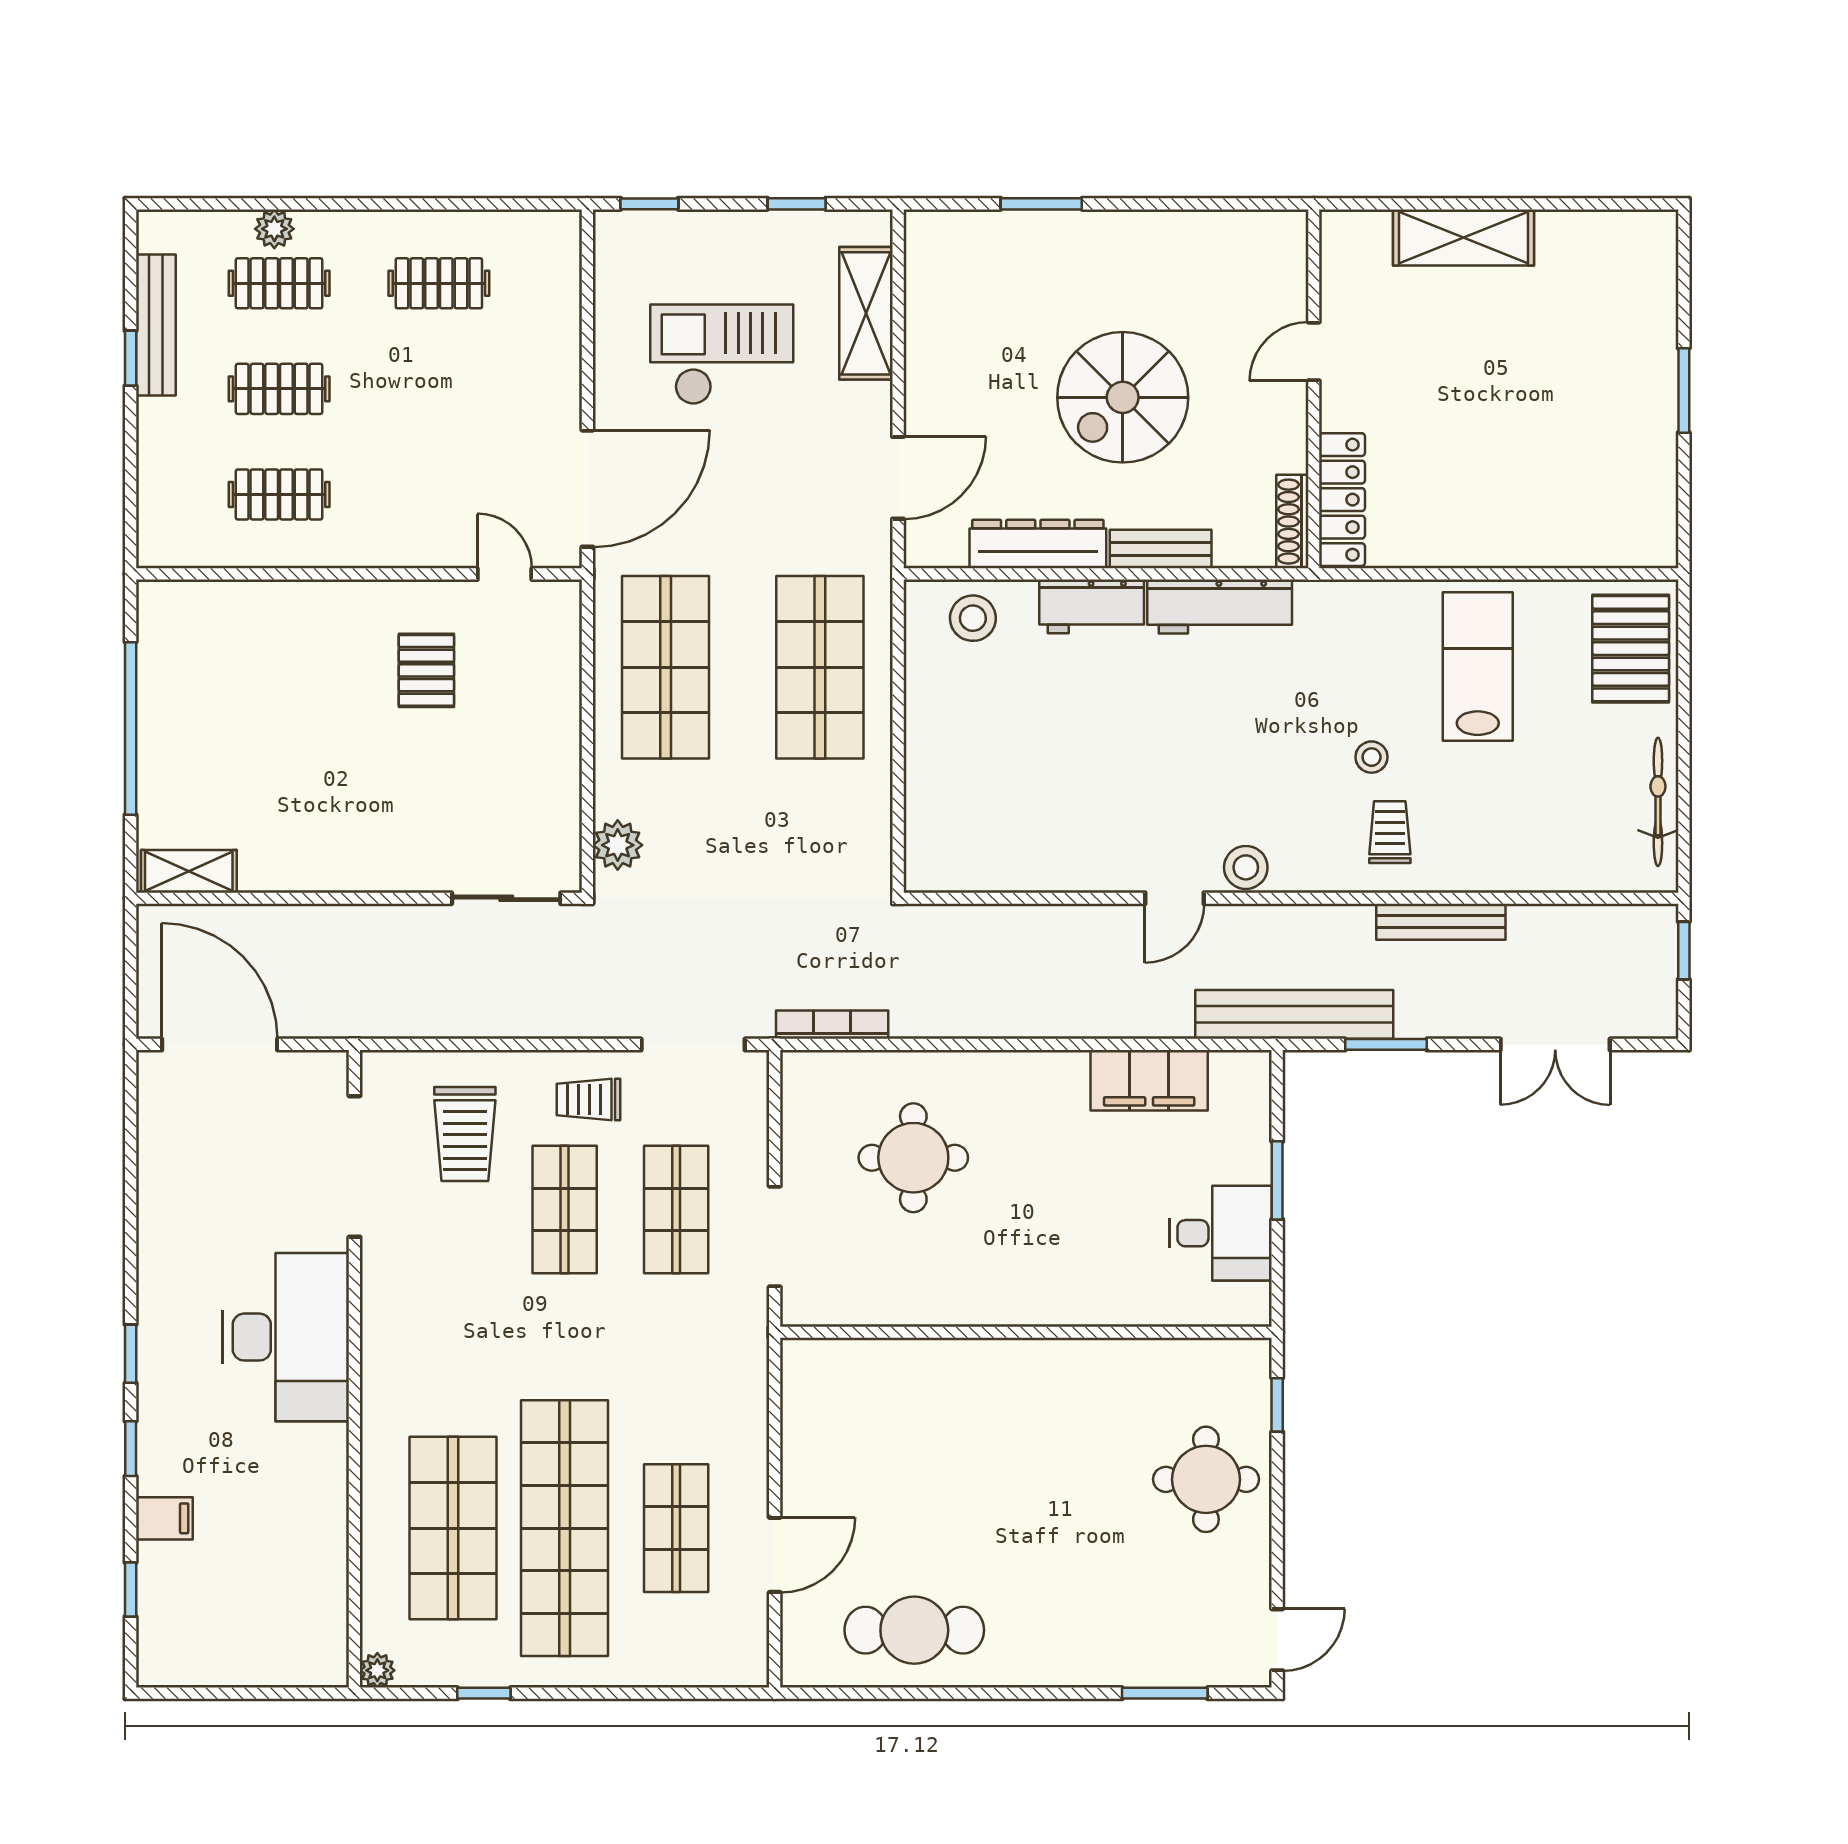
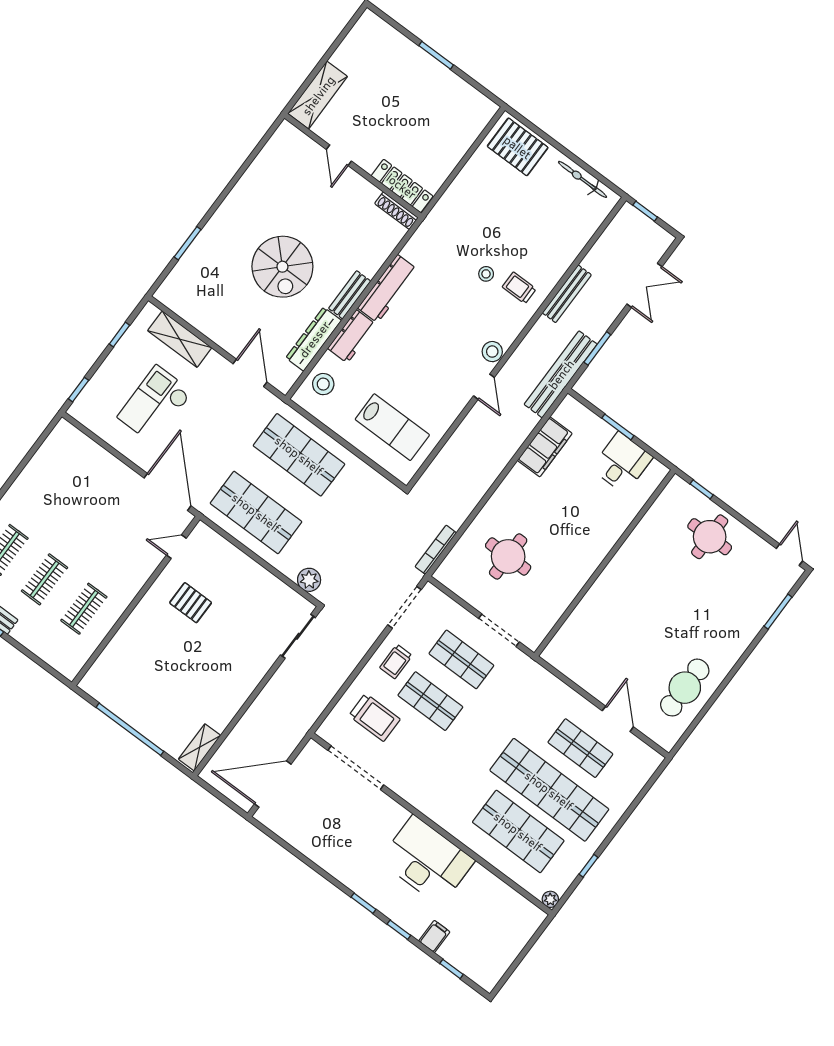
clothes rail: (439, 283) -> (50, 490), removed
door: (1314, 351) -> (339, 155), moved
wall: (1314, 389) -> (353, 166), moved
locker: (1342, 500) -> (402, 186), moved
shoe rack: (1292, 522) -> (396, 211), moved
lab bench: (1478, 667) -> (392, 427), moved, turned 180
desk: (286, 1337) -> (427, 860), moved

